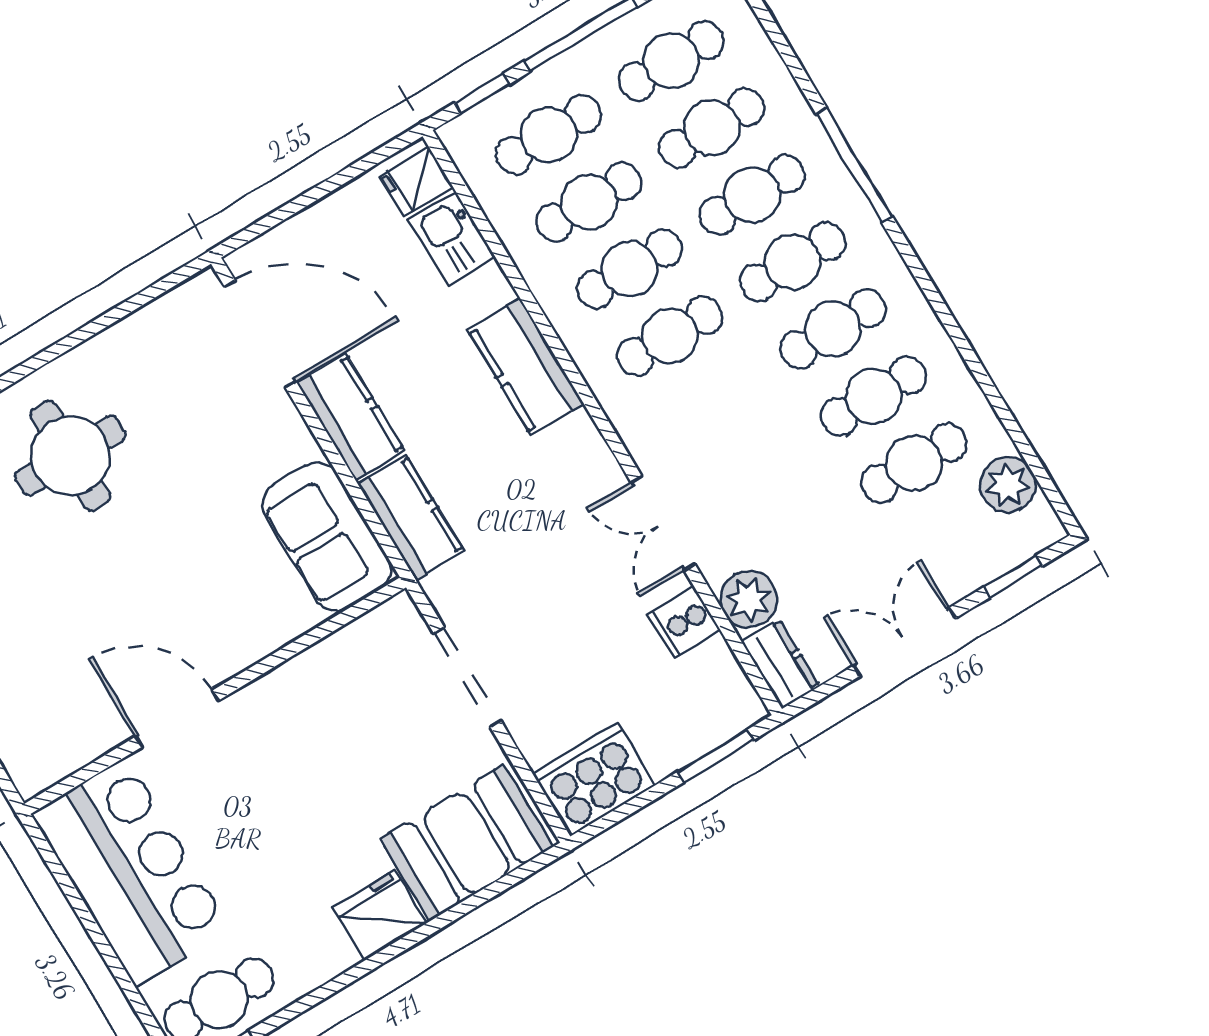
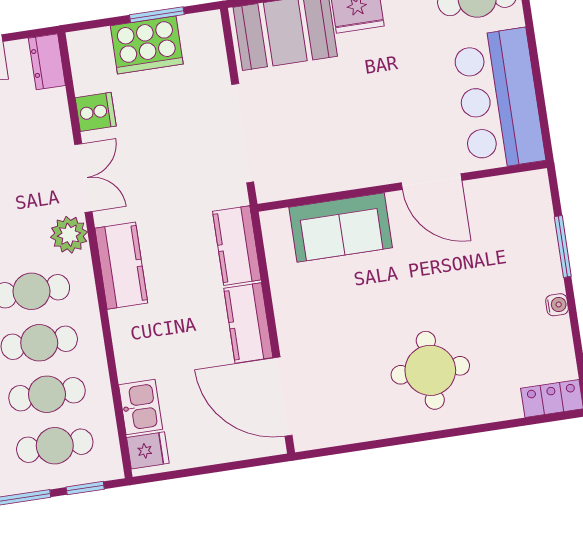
kitchen counter: (525, 366) -> (121, 266), moved
sofa: (327, 537) -> (341, 227), moved, turned 90
plant: (749, 599) -> (69, 235), moved
doorway: (467, 677) -> (243, 133), width x1.36
window: (715, 756) -> (157, 15), moved
cooker: (594, 779) -> (147, 45), moved

